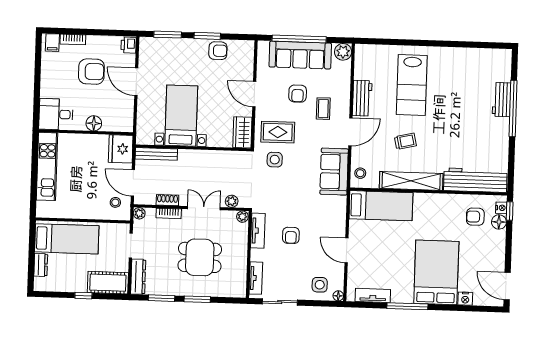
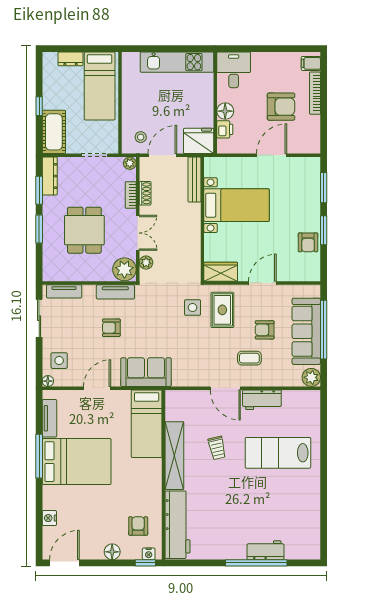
bookcase: (73, 39) -> (315, 93), width x1.56
printer: (129, 45) -> (225, 129), moved, turned 90
armchair: (91, 72) -> (281, 107), turned -90
sofa: (334, 172) -> (146, 372), moved
stool: (360, 173) -> (181, 400), removed
plant: (242, 217) -> (124, 269), width x1.88, depth x1.88
floor lamp: (499, 222) -> (112, 552), moved
bed: (436, 272) -> (77, 462), moved
dresser: (138, 277) -> (50, 176), moved, turned -90

